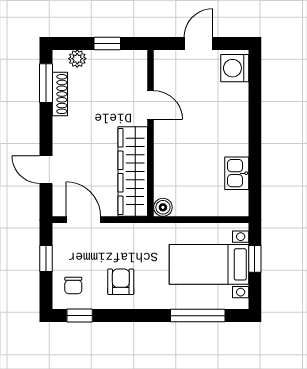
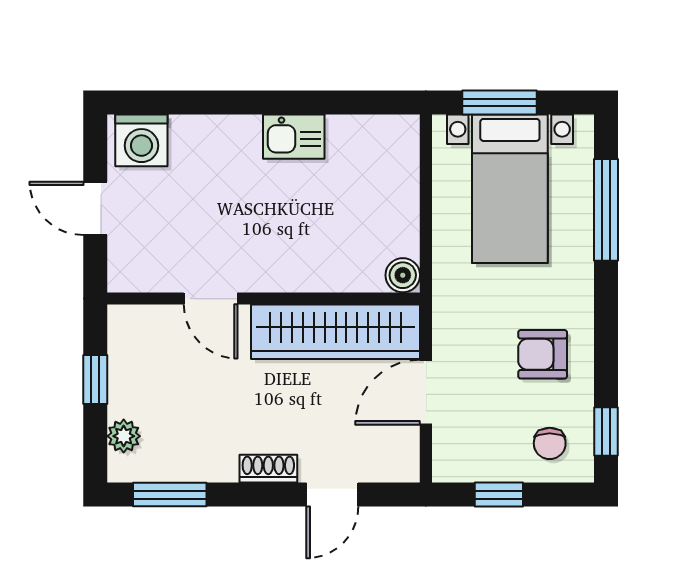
shoe rack: (60, 94) -> (268, 469), moved, width x0.70
door: (150, 105) -> (211, 299), swing flipped
kitchen sink: (237, 173) -> (294, 137), moved
door: (83, 220) -> (426, 392), moved
window: (255, 259) -> (500, 102), width x1.50
chair: (73, 286) -> (550, 443), turned 90

